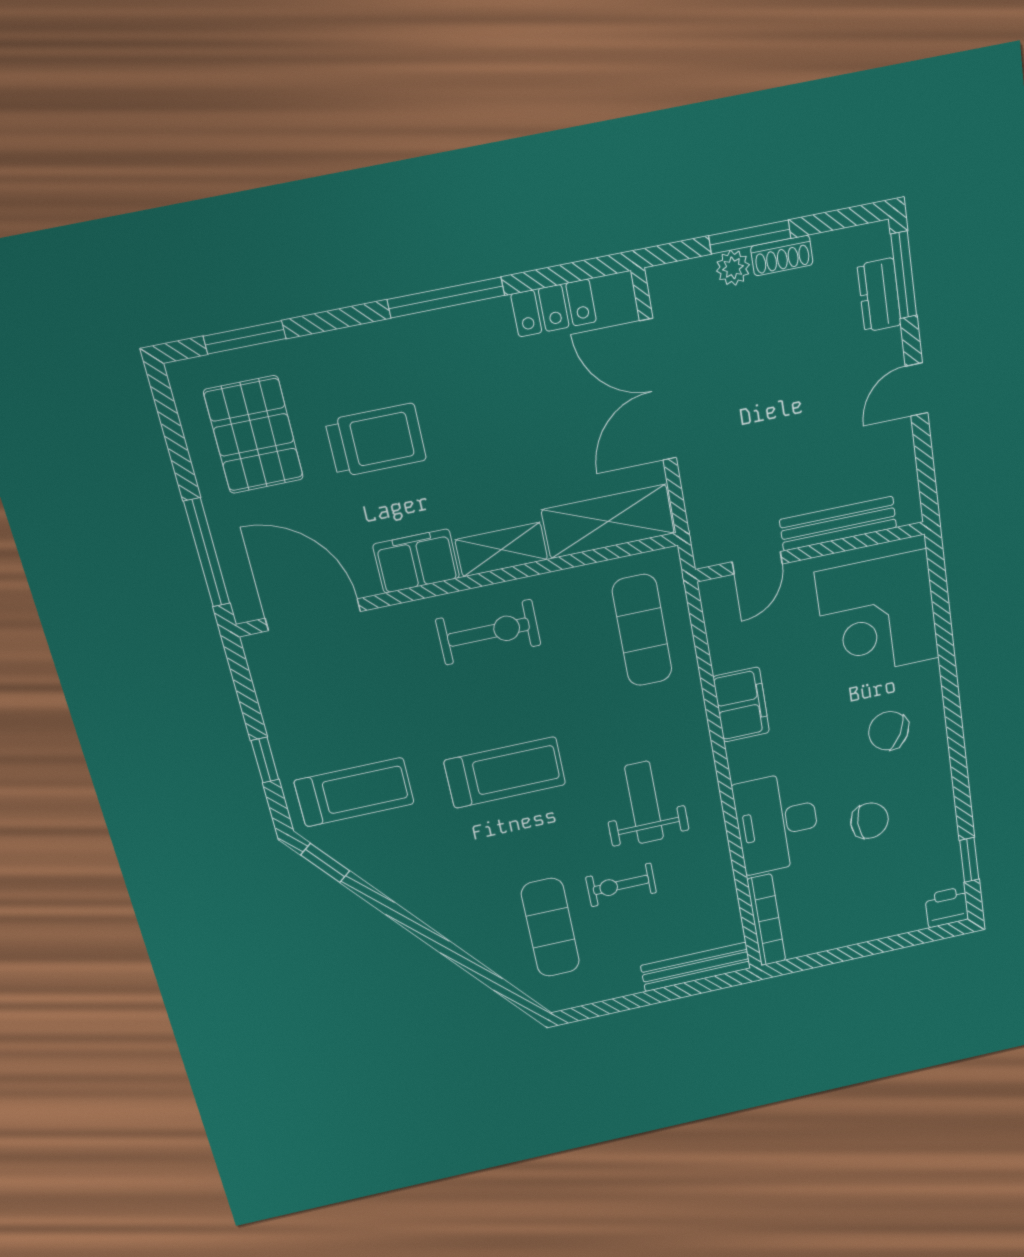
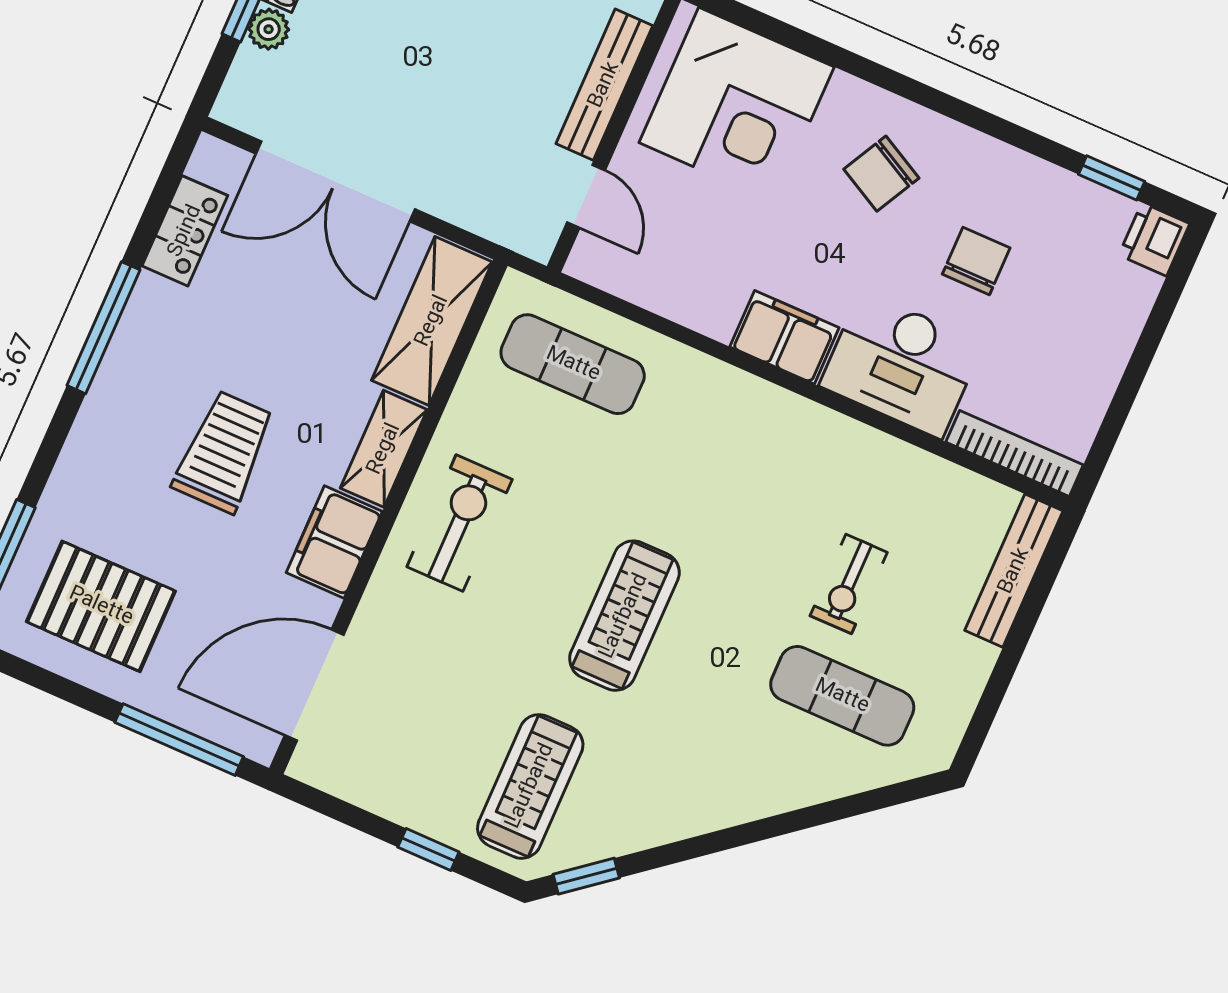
trolley: (376, 440) -> (224, 452), moved
filing cabinet: (741, 705) -> (784, 337), moved
weight bench: (644, 803) -> (769, 493), removed

